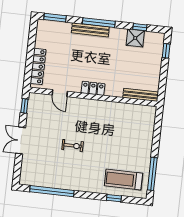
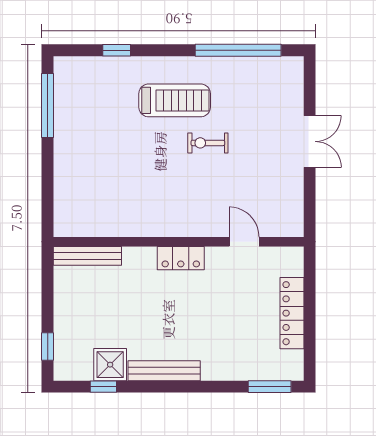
window: (99, 23) -> (184, 387), removed
bench: (90, 30) -> (164, 371), moved
locker: (38, 66) -> (292, 313), moved
window: (24, 106) -> (310, 209), removed
treadmill: (123, 180) -> (175, 100), moved

